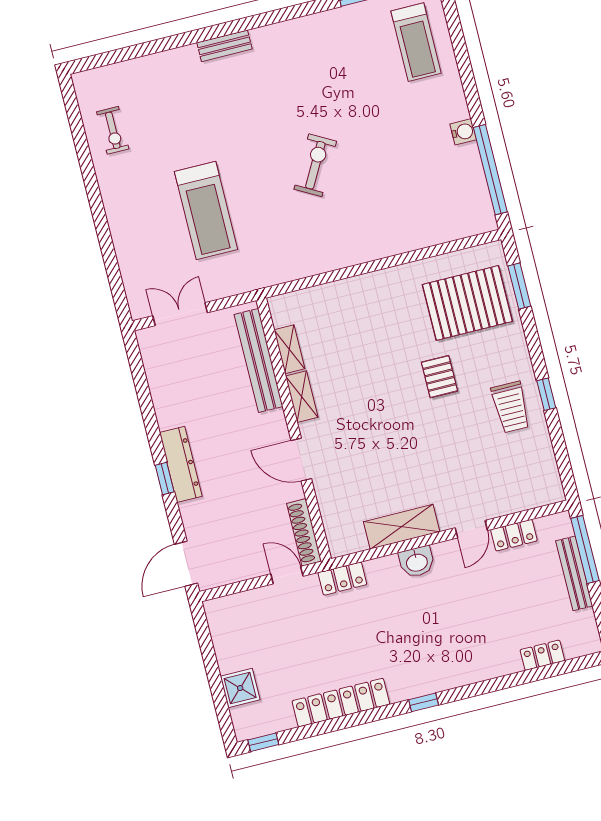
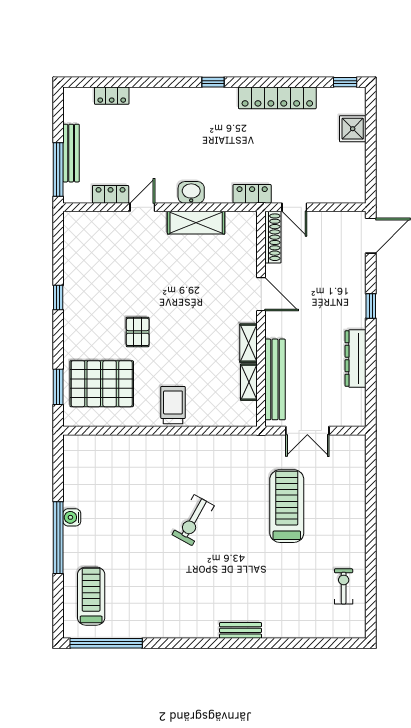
window: (490, 170) -> (58, 538), moved
double door: (180, 314) -> (307, 431), moved
trolley: (511, 407) -> (173, 405), moved
dresser: (181, 464) -> (356, 359), moved

